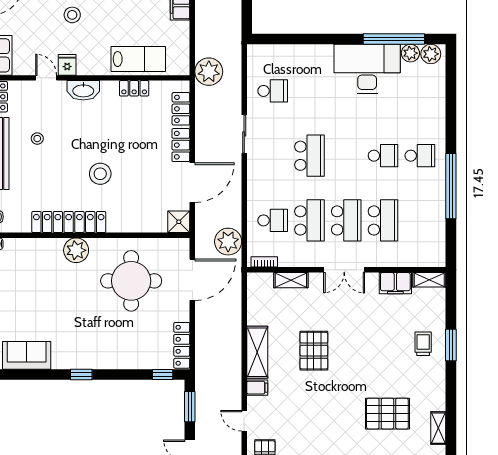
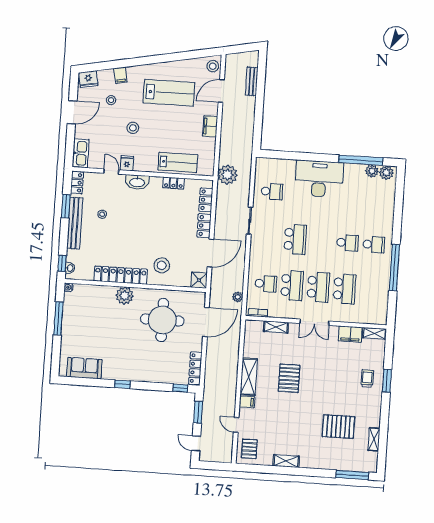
desk: (367, 69) -> (319, 179), moved
stool: (100, 174) -> (162, 265), moved
plant: (228, 242) -> (238, 297), width x0.53, depth x0.53

